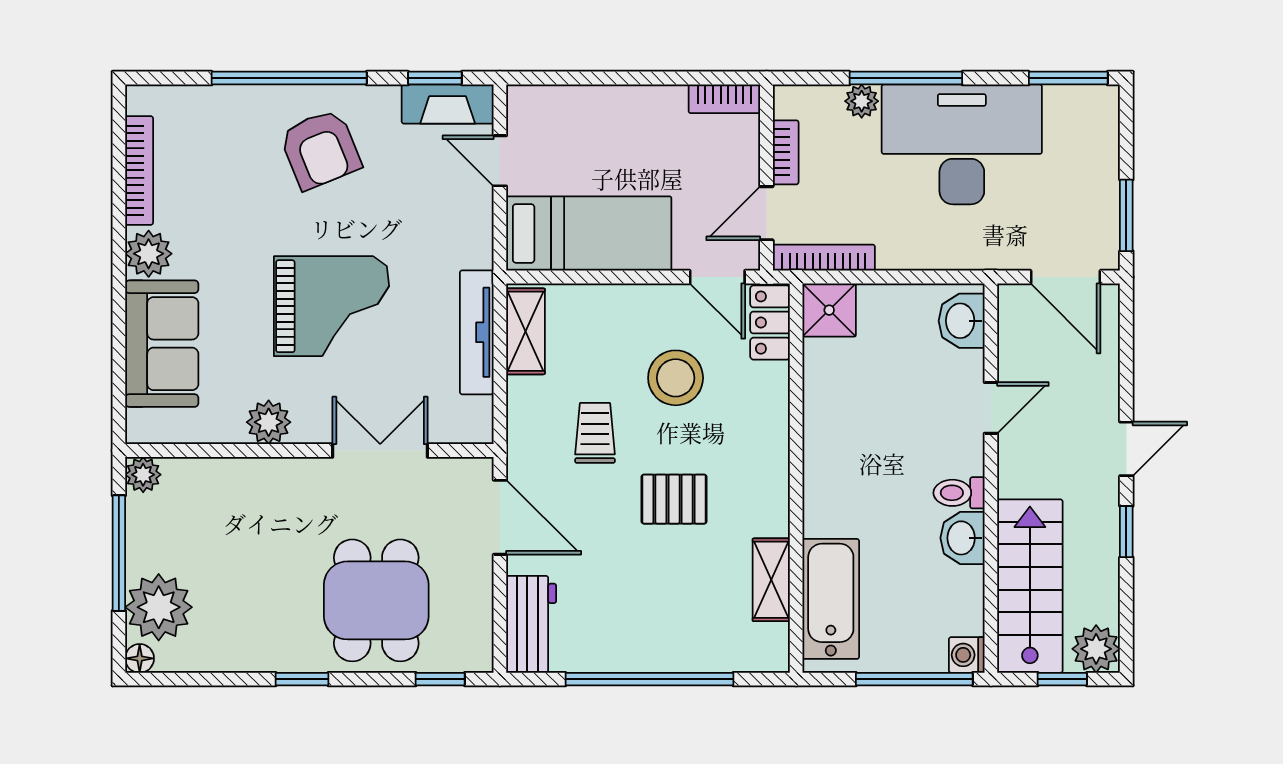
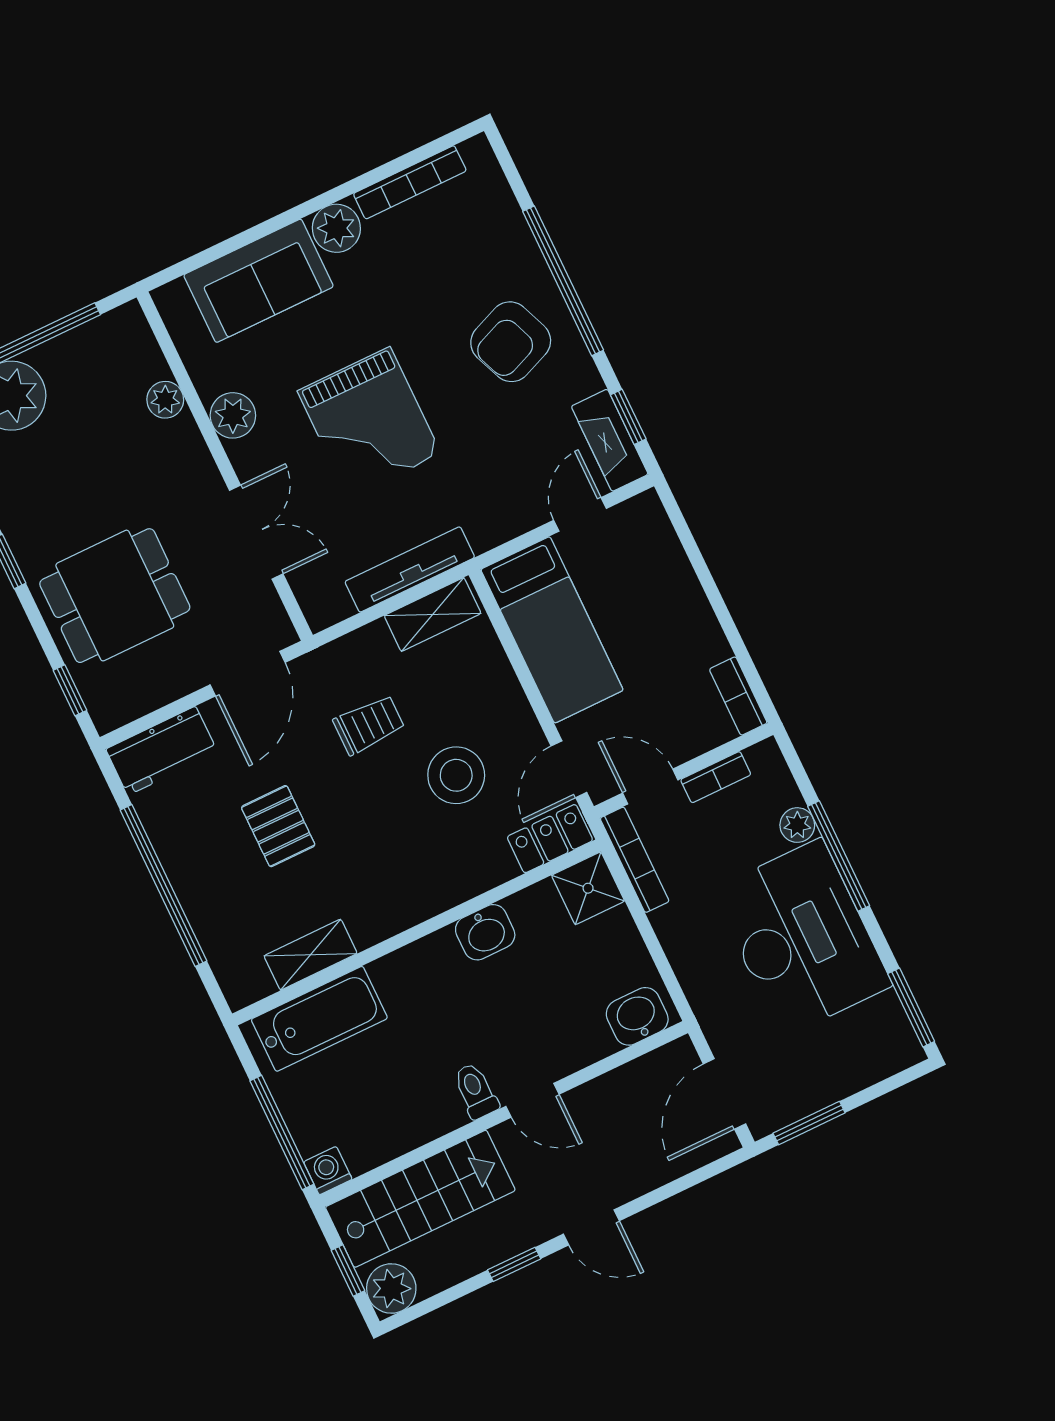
door: (991, 408) -> (533, 1100), moved
plant: (143, 475) -> (165, 400), moved
pallet: (674, 499) -> (278, 826), moved
washbasin: (962, 538) -> (485, 932), moved, turned 180

